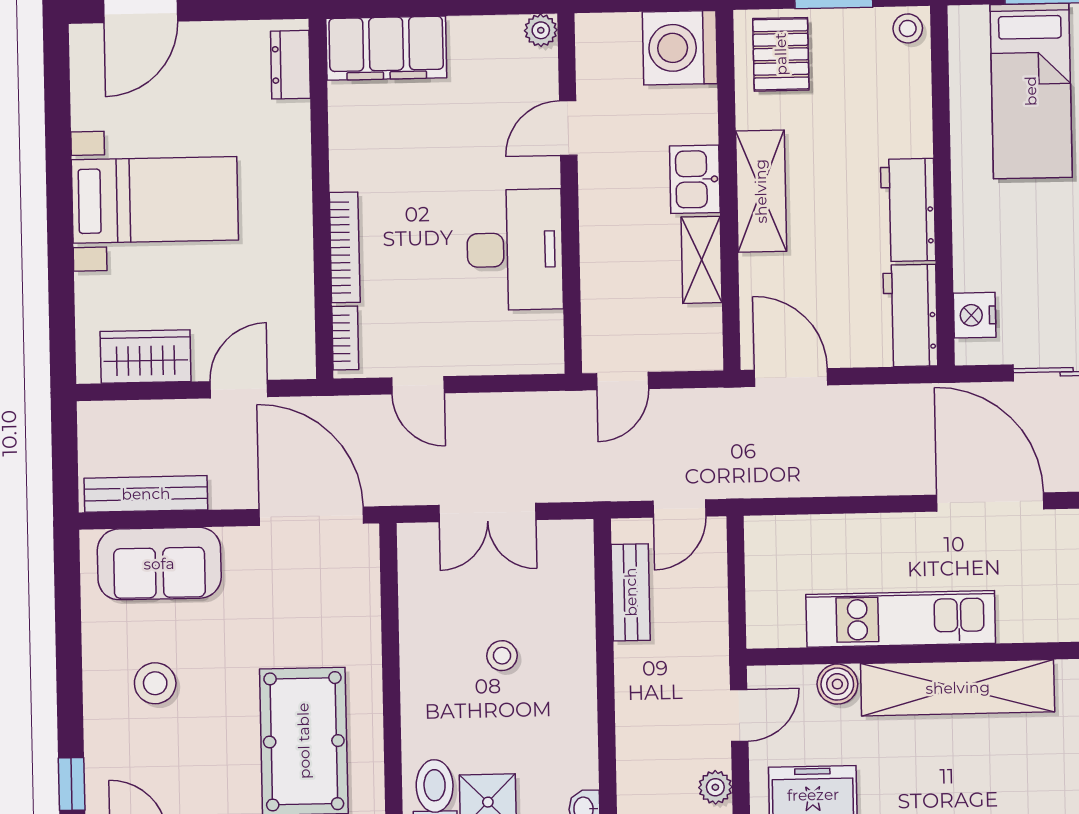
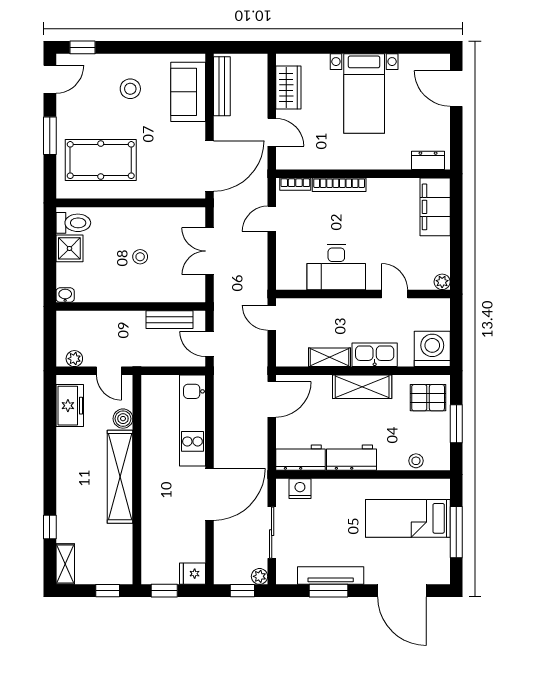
stool: (908, 28) -> (416, 461), moved
kitchen sink: (695, 179) -> (375, 355), width x1.38
kitchen unit: (901, 619) -> (192, 421), moved, turned 180

